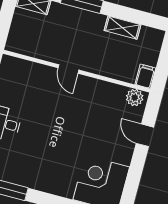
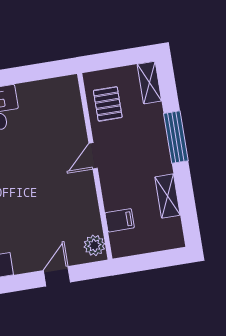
pallet: (35, 41) -> (108, 104), added
filing cabinet: (145, 76) -> (120, 220), moved

